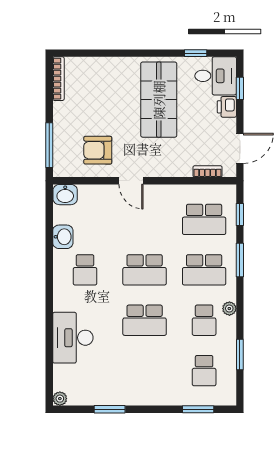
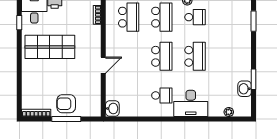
window: (49, 145) -> (66, 119), moved
armchair: (98, 150) -> (66, 104), moved, turned 90
washbasin: (63, 237) -> (245, 89), moved, turned -90
desk: (73, 338) -> (191, 103), moved
school desk: (204, 371) -> (228, 17), removed
plant: (60, 399) -> (229, 112), moved

